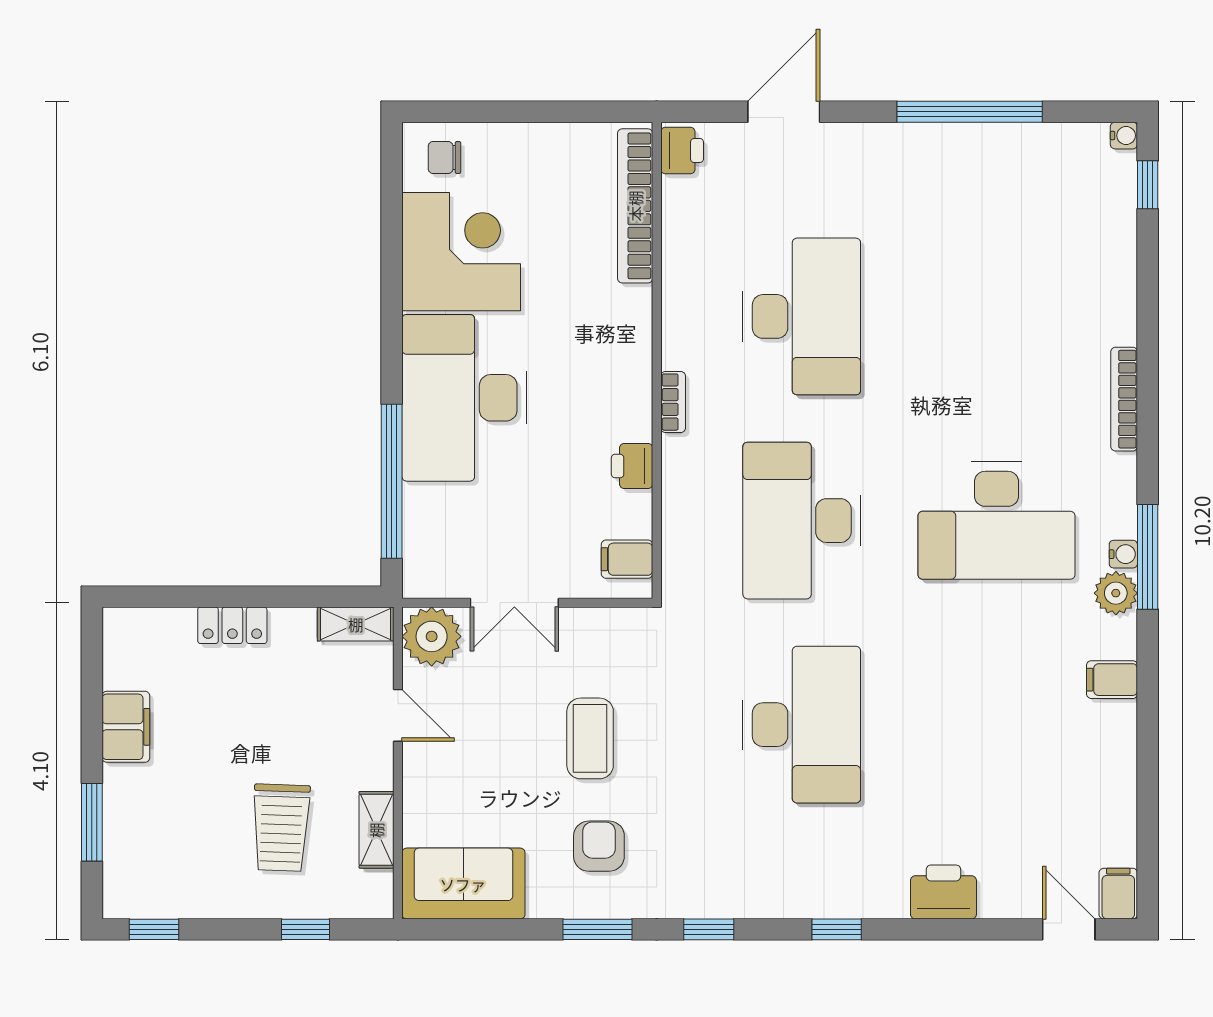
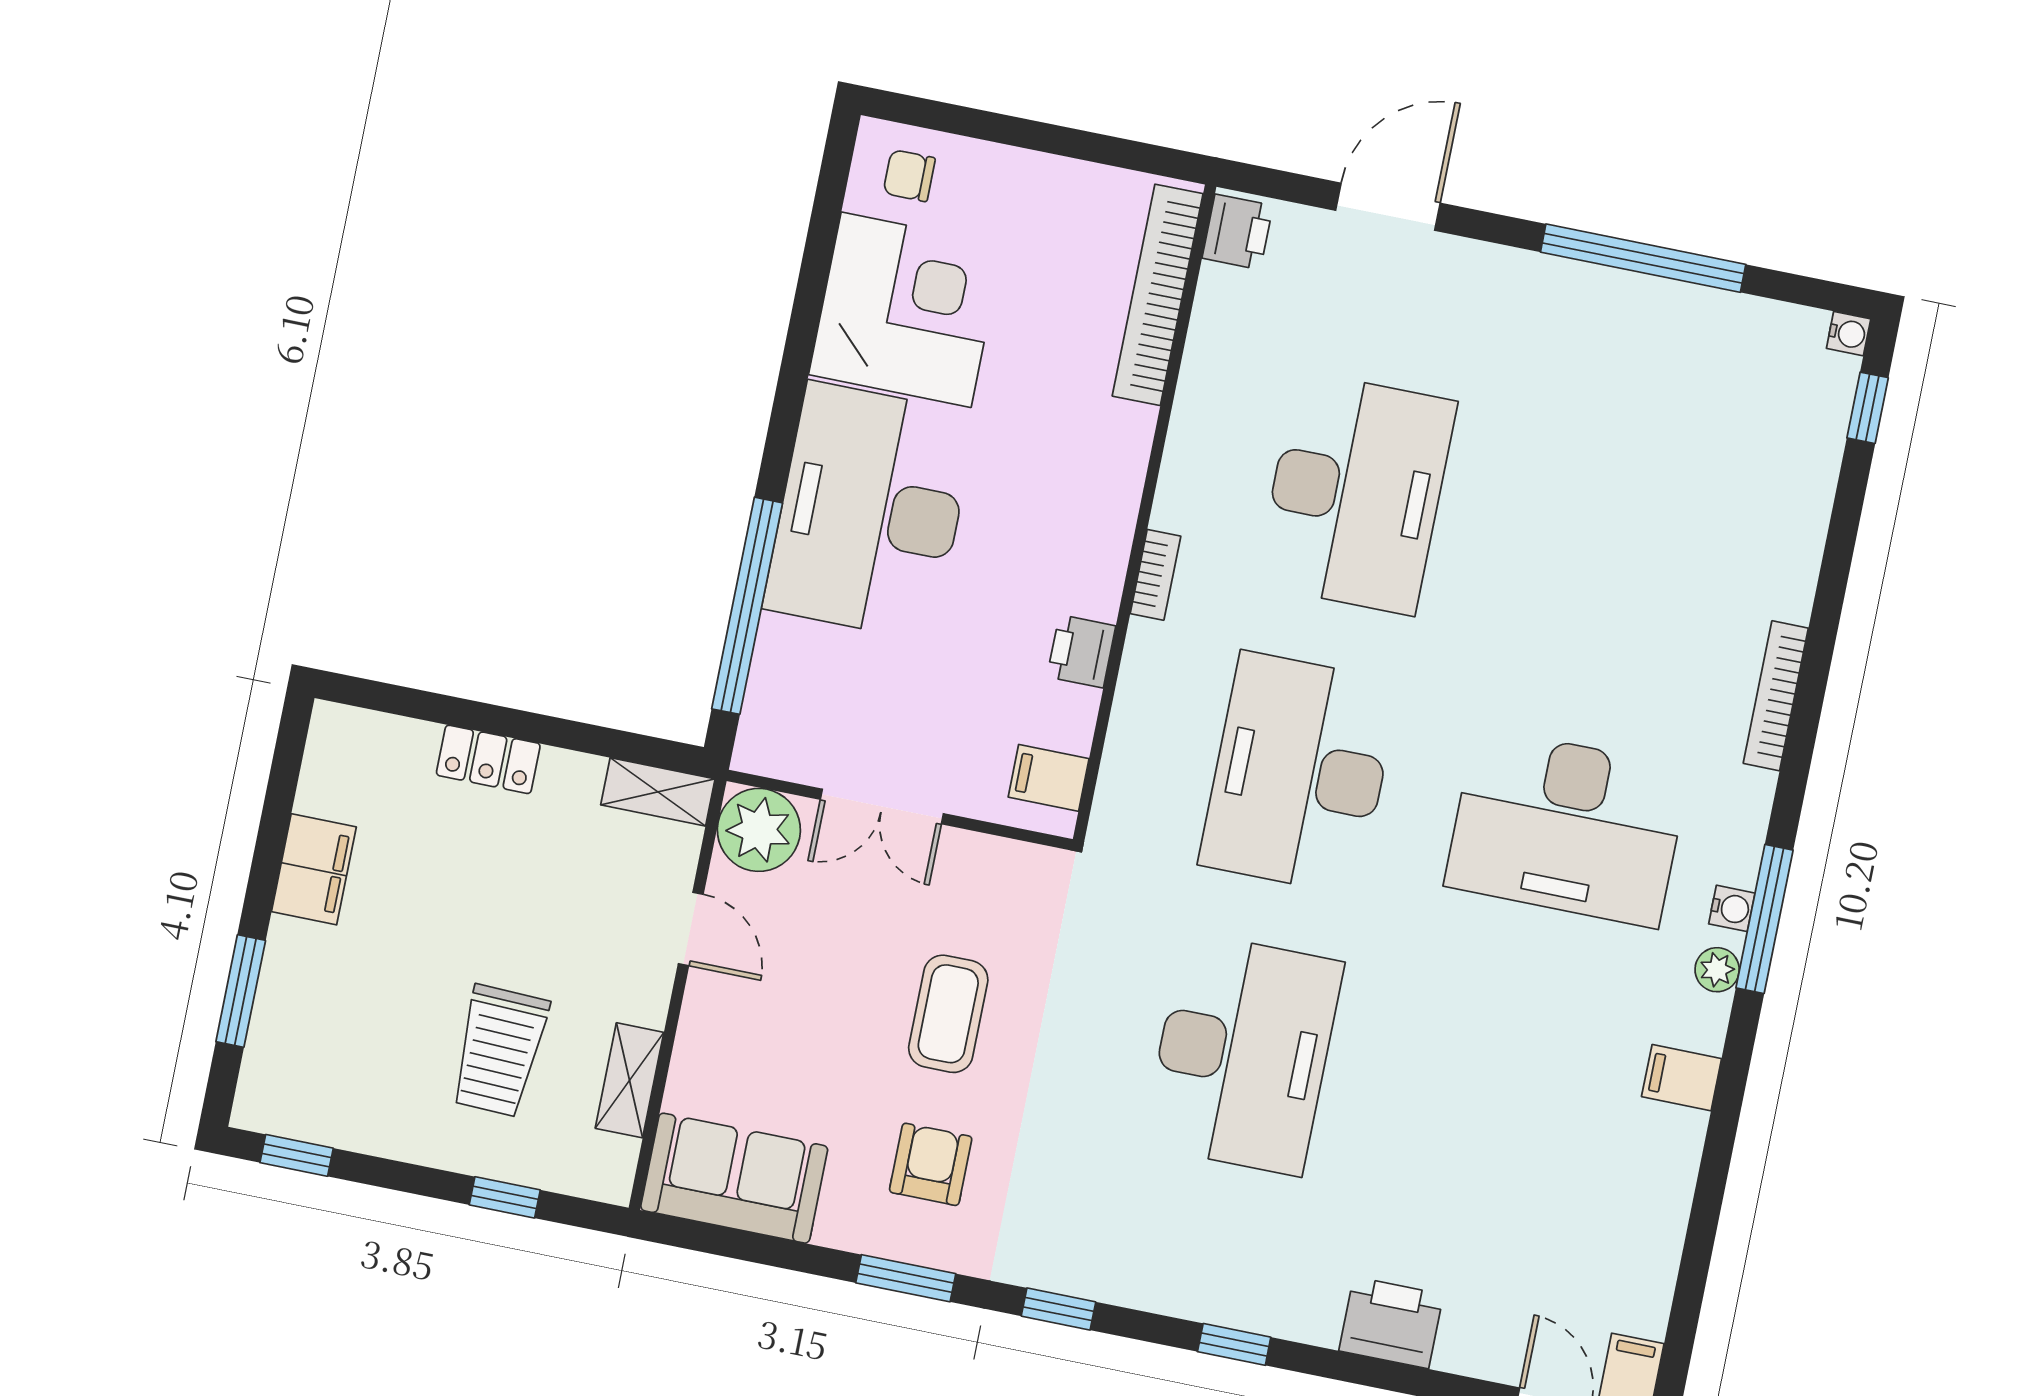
plant: (1116, 593) -> (1717, 970), width x0.73, depth x0.73

